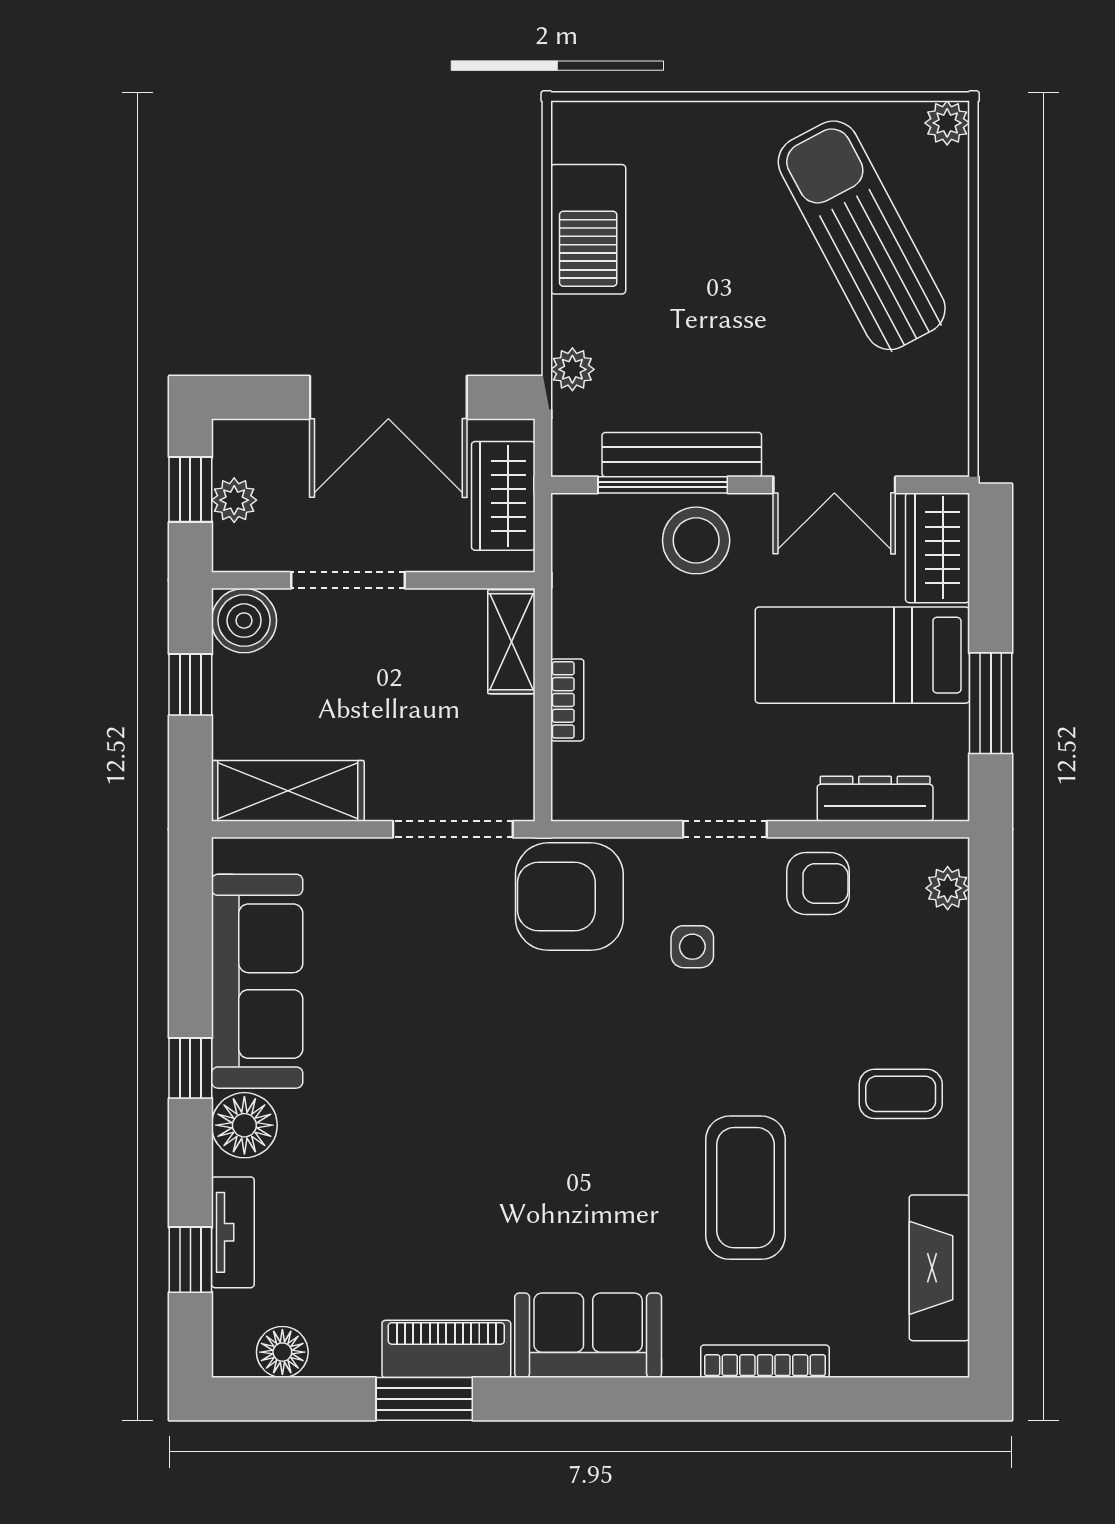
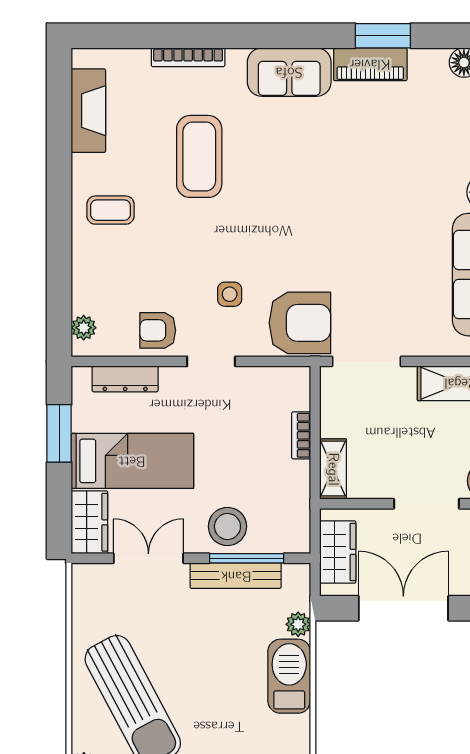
barbecue: (588, 229) -> (289, 676), moved

